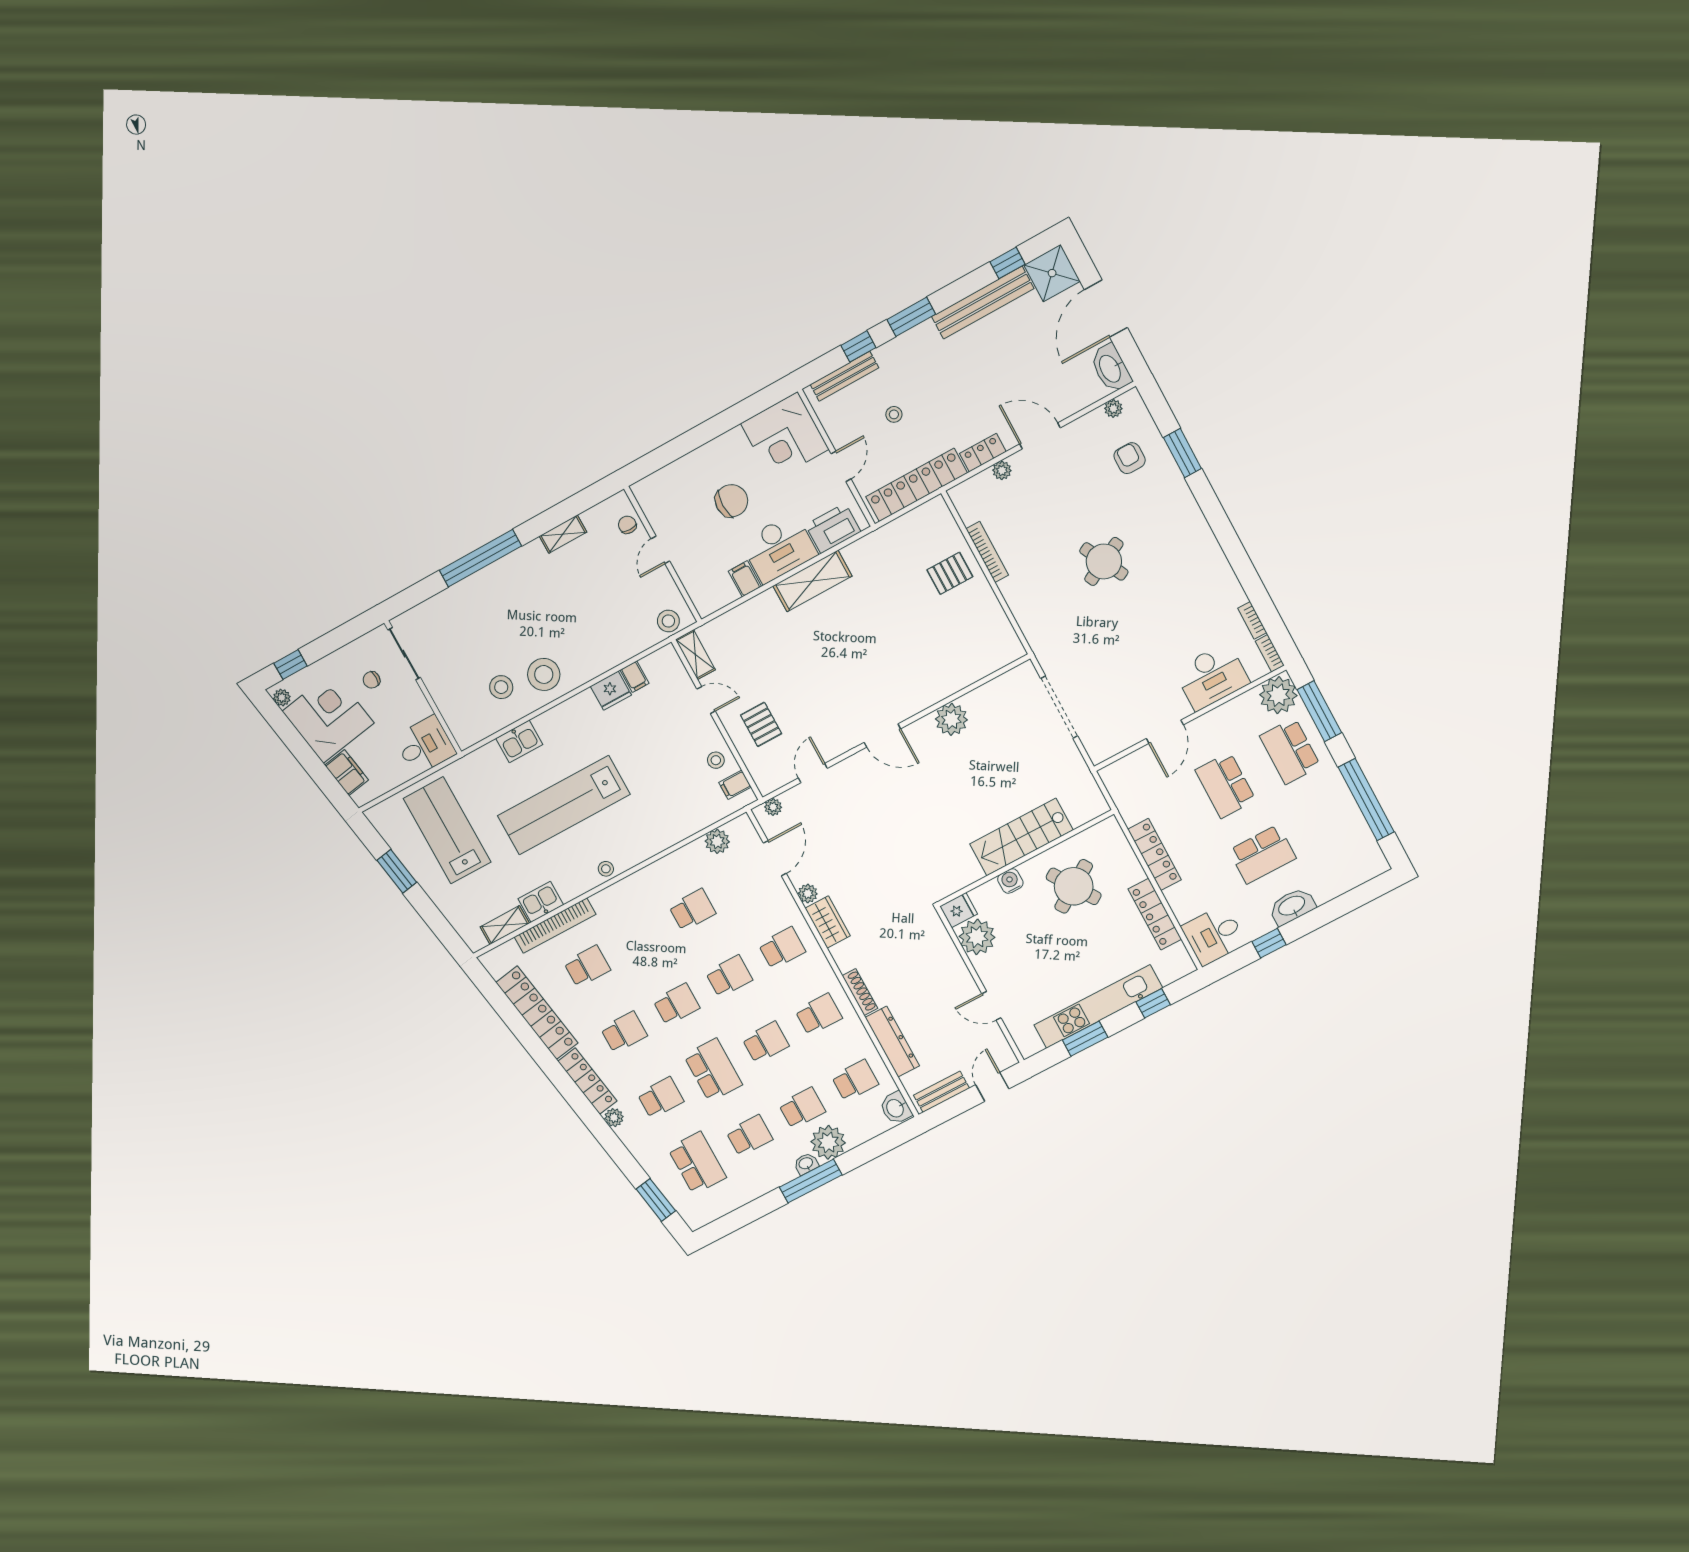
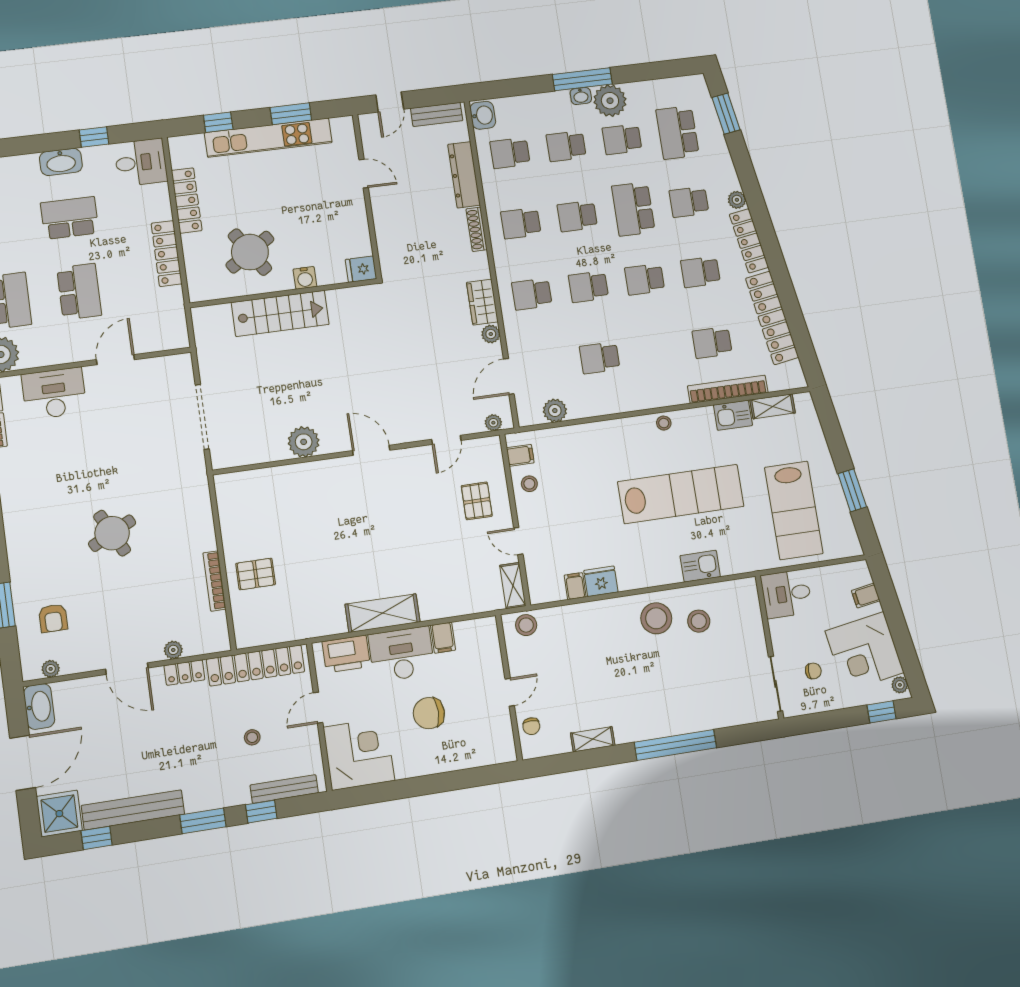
filing cabinet: (346, 773) -> (866, 596), width x0.50
plant: (977, 937) -> (353, 239), removed
plant: (828, 1142) -> (610, 101), moved

